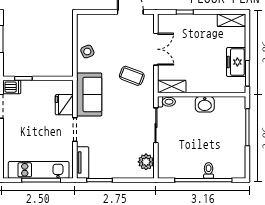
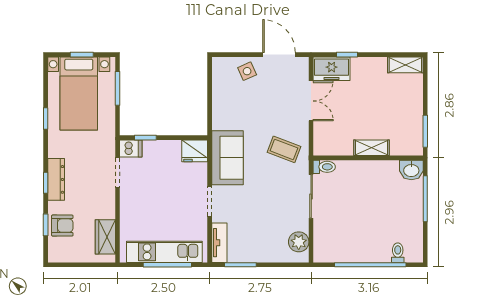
side table: (87, 52) -> (247, 71), moved
freezer: (236, 62) -> (332, 69), moved, turned -90
coffee table: (132, 76) -> (284, 149), moved
shelving: (172, 86) -> (371, 148), moved
washbasin: (205, 104) -> (411, 170), moved
fridge: (64, 105) -> (195, 151), moved, turned -90
toilet: (209, 170) -> (398, 253), moved

